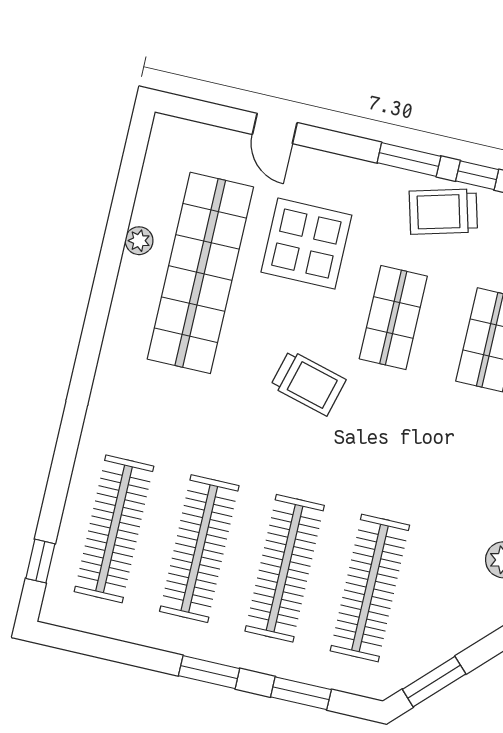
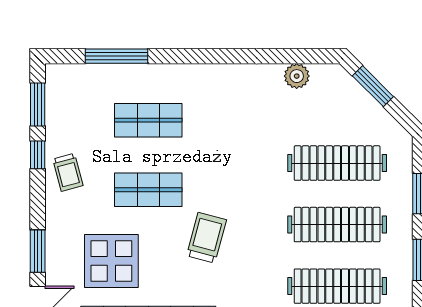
window: (409, 160) -> (38, 251), moved
trolley: (443, 212) -> (68, 172), width x0.73, depth x0.72
window: (434, 682) -> (373, 86), moved

